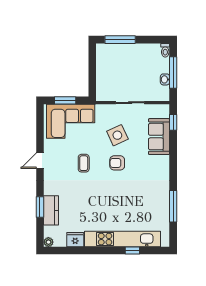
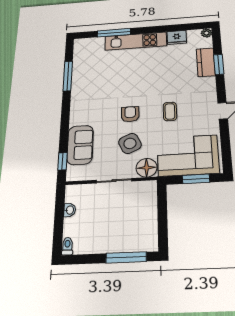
window: (173, 72) -> (59, 219), removed
floor lamp: (104, 112) -> (147, 168), added
armchair: (117, 163) -> (130, 114), turned -90
kitchen unit: (122, 239) -> (136, 41), width x0.73
window: (132, 251) -> (114, 33), width x2.17

